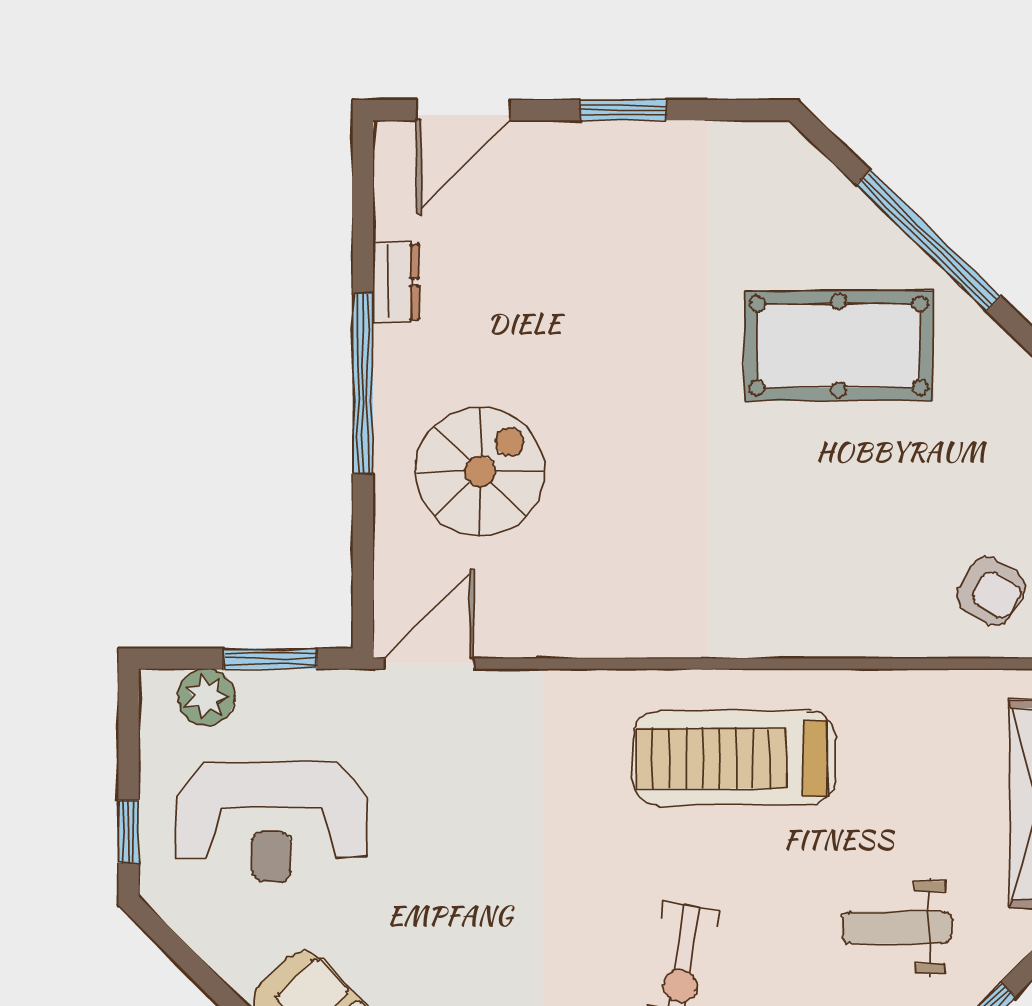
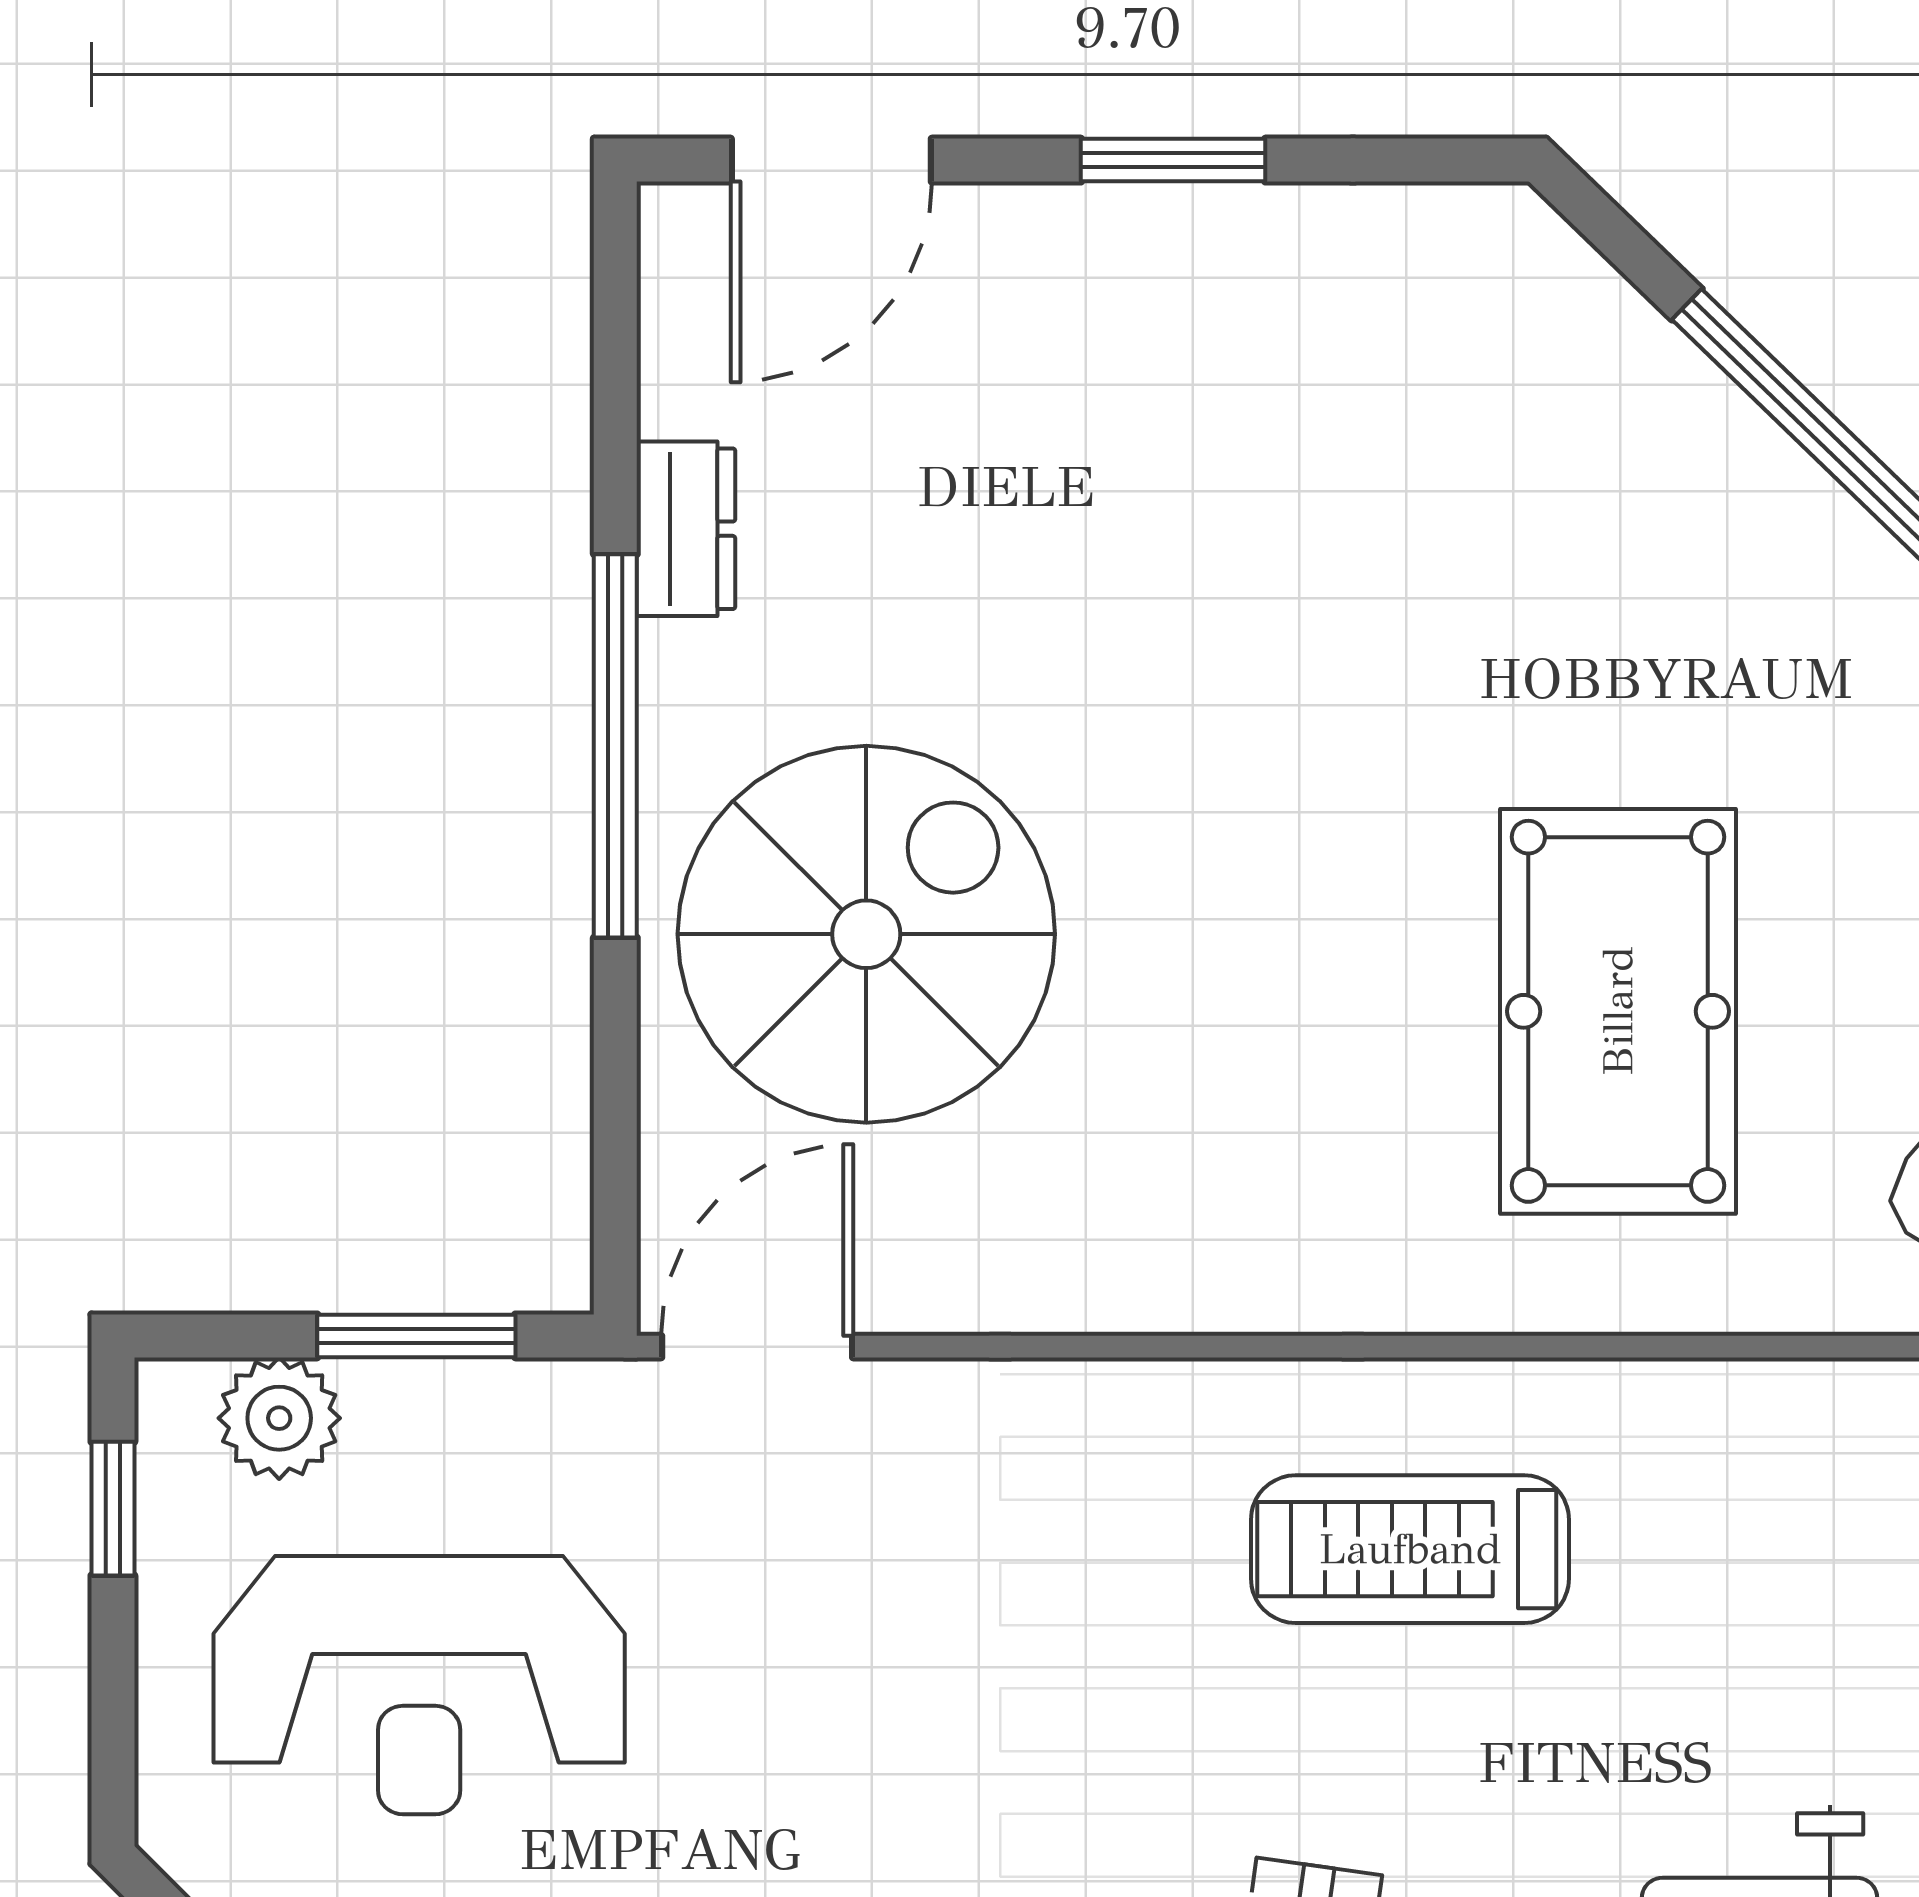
pool table: (839, 346) -> (1618, 1011), moved, turned 90
spiral stairs: (480, 471) -> (866, 934), width x1.37, depth x1.37
treadmill: (734, 758) -> (1410, 1549), width x0.73, depth x0.73
window: (129, 832) -> (113, 1509), moved

